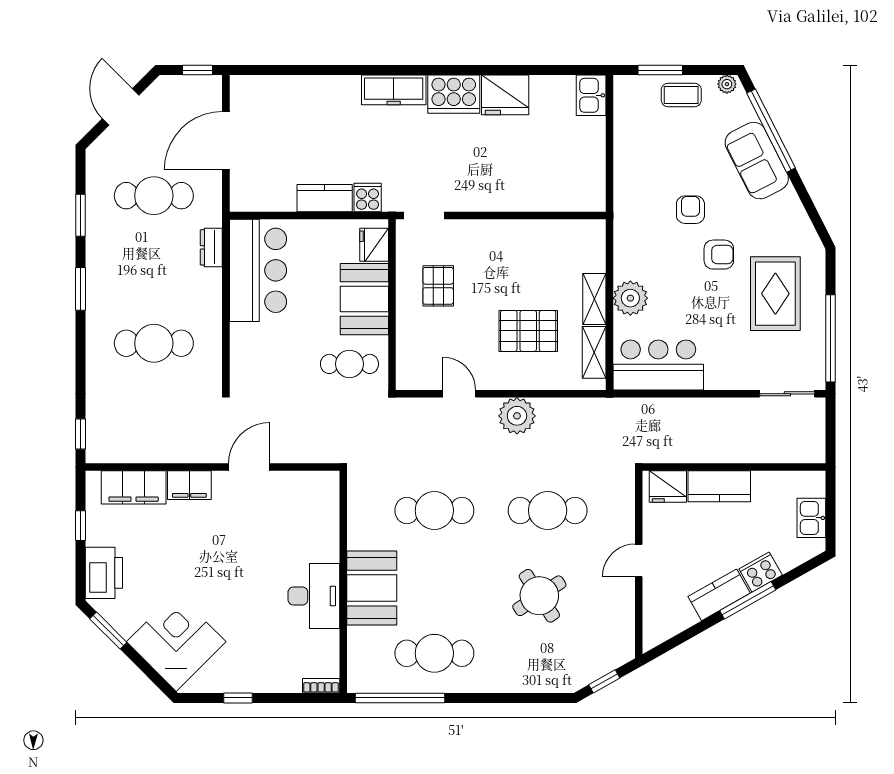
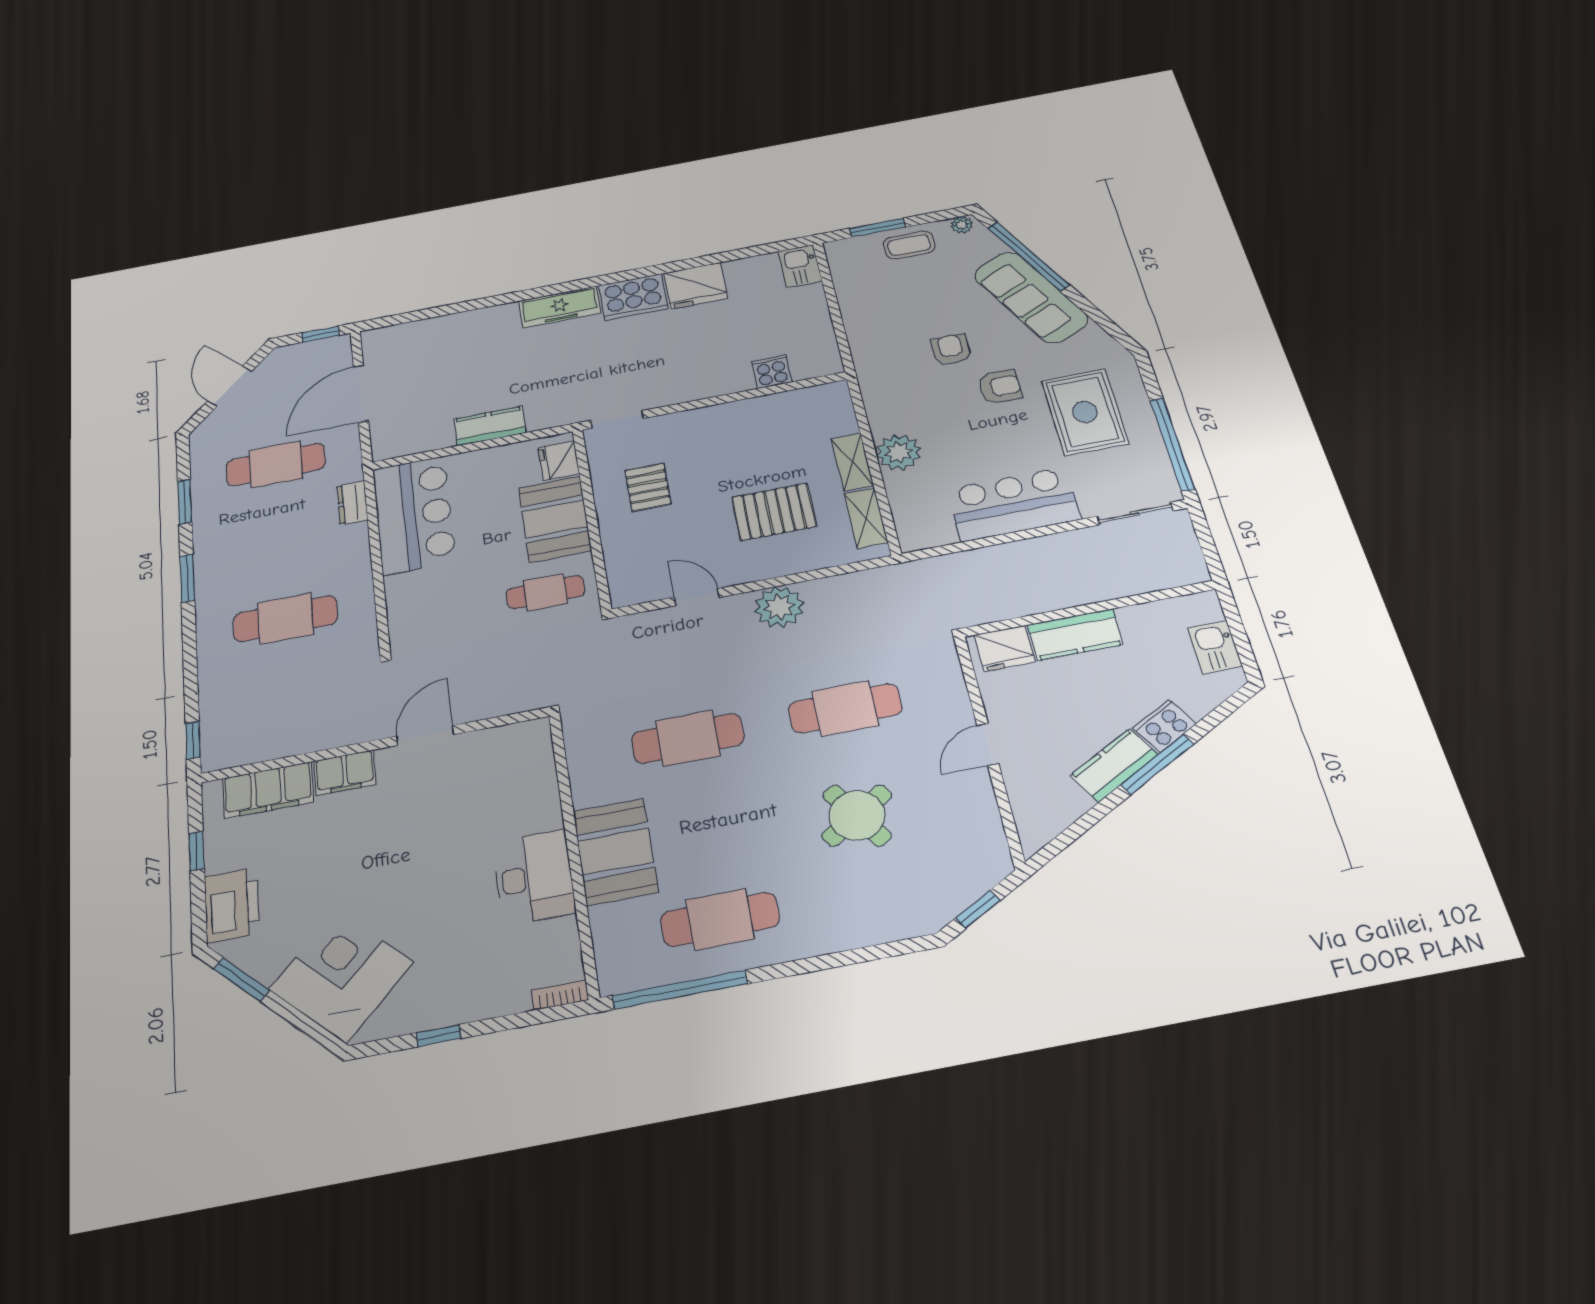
sofa: (757, 161) -> (1031, 297), width x1.36
cooker: (368, 197) -> (772, 372), moved
bar counter: (658, 365) -> (1014, 504), moved

